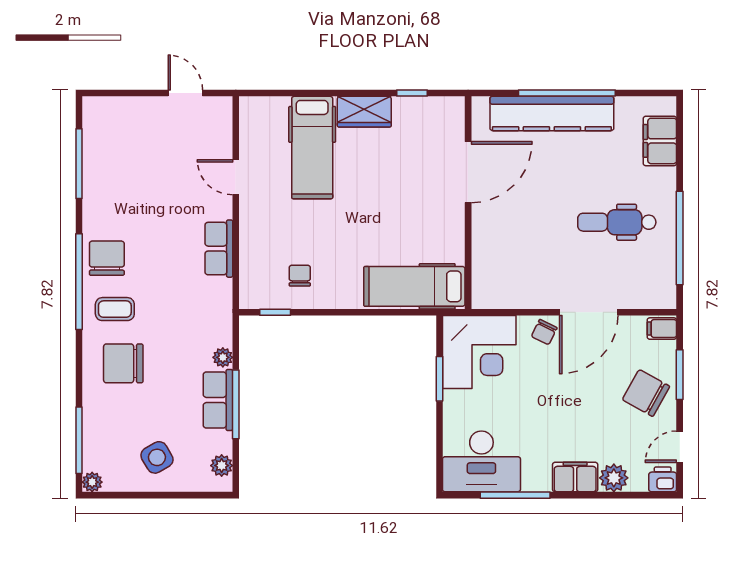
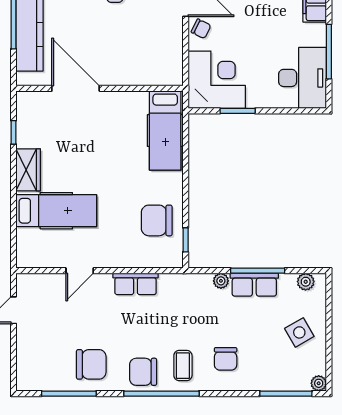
chair: (116, 192) -> (91, 364), added
chair: (300, 276) -> (157, 220), width x1.87, depth x1.87
chair: (123, 363) -> (226, 359), width x0.73, depth x0.73

